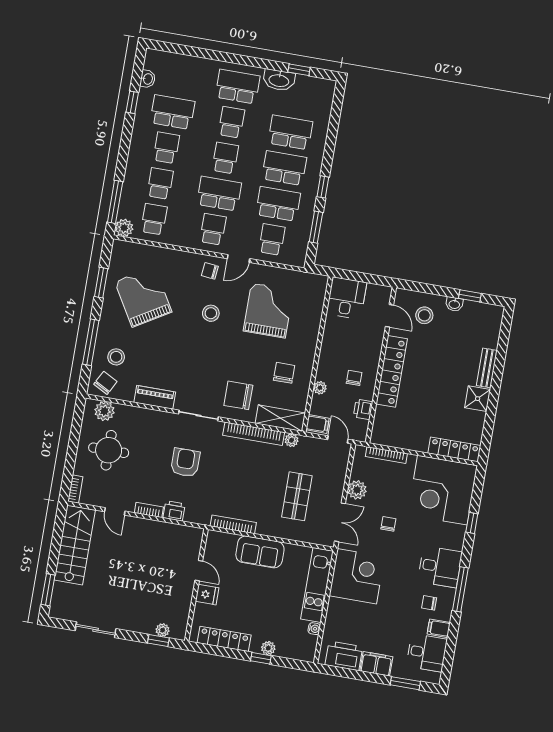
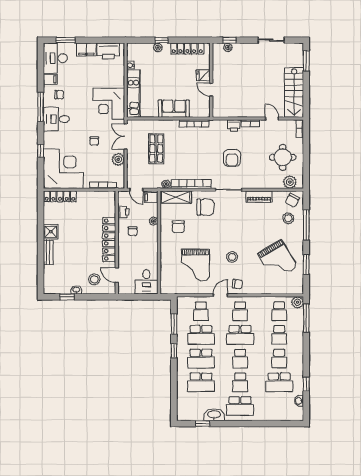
desk: (427, 653) -> (55, 58), width x1.37

